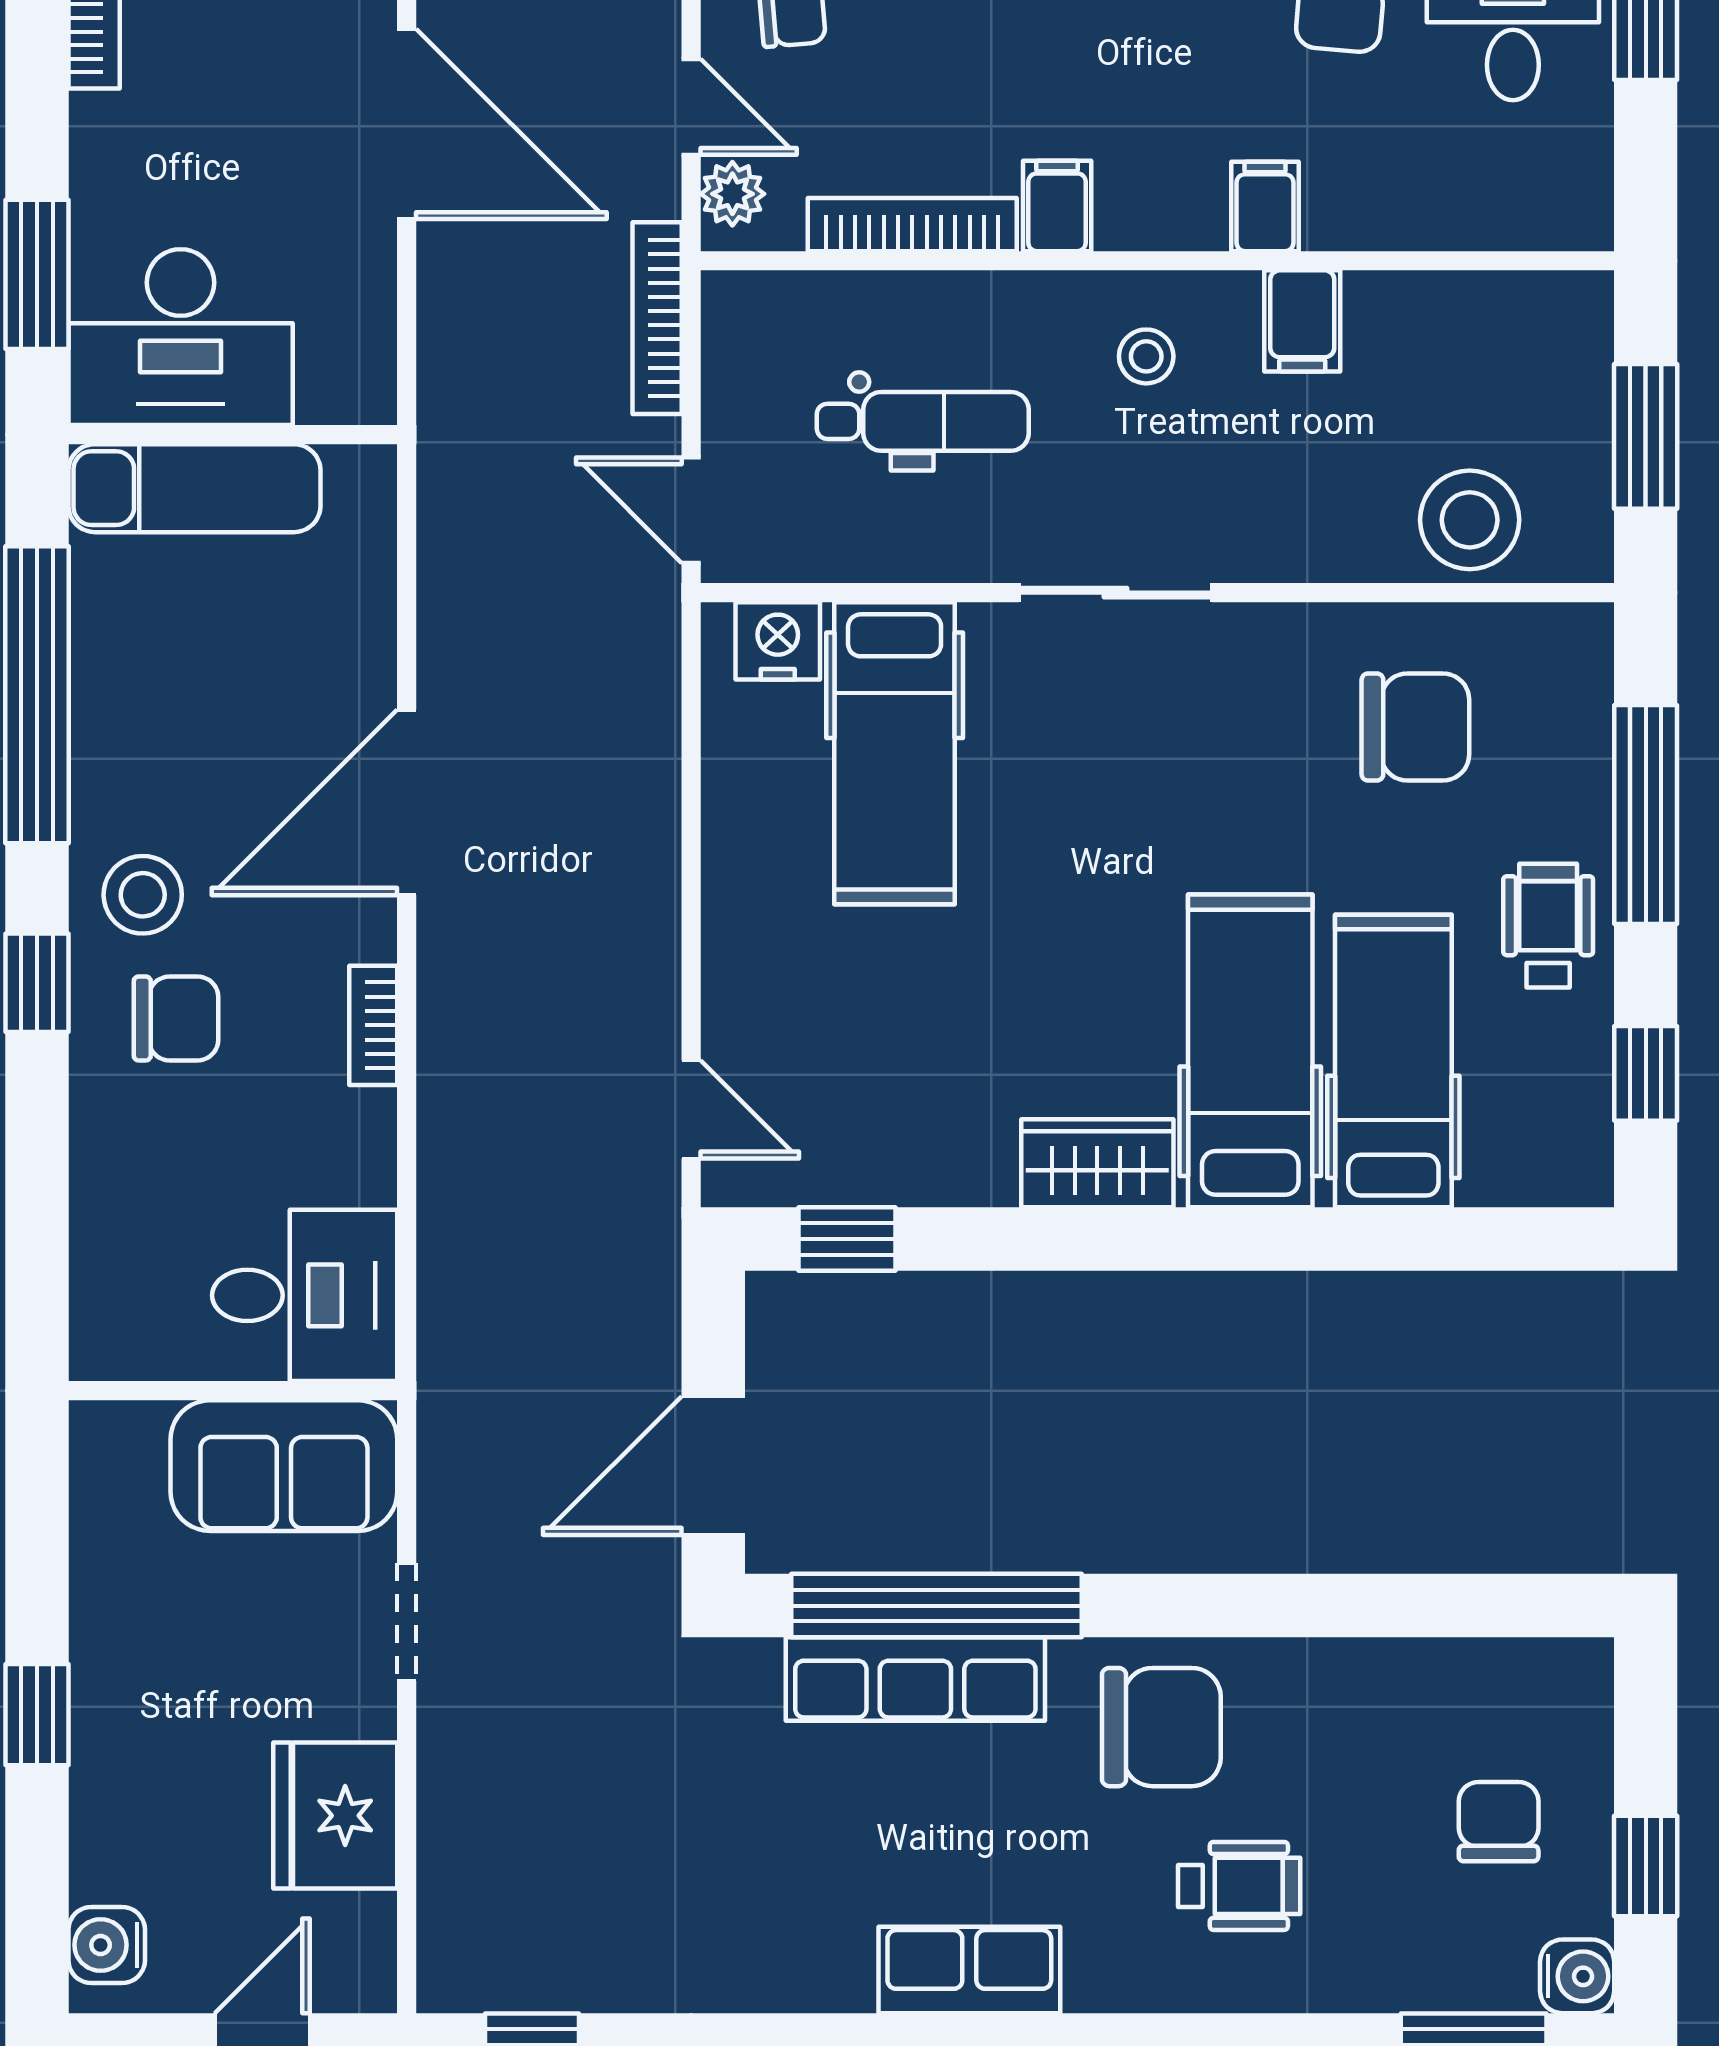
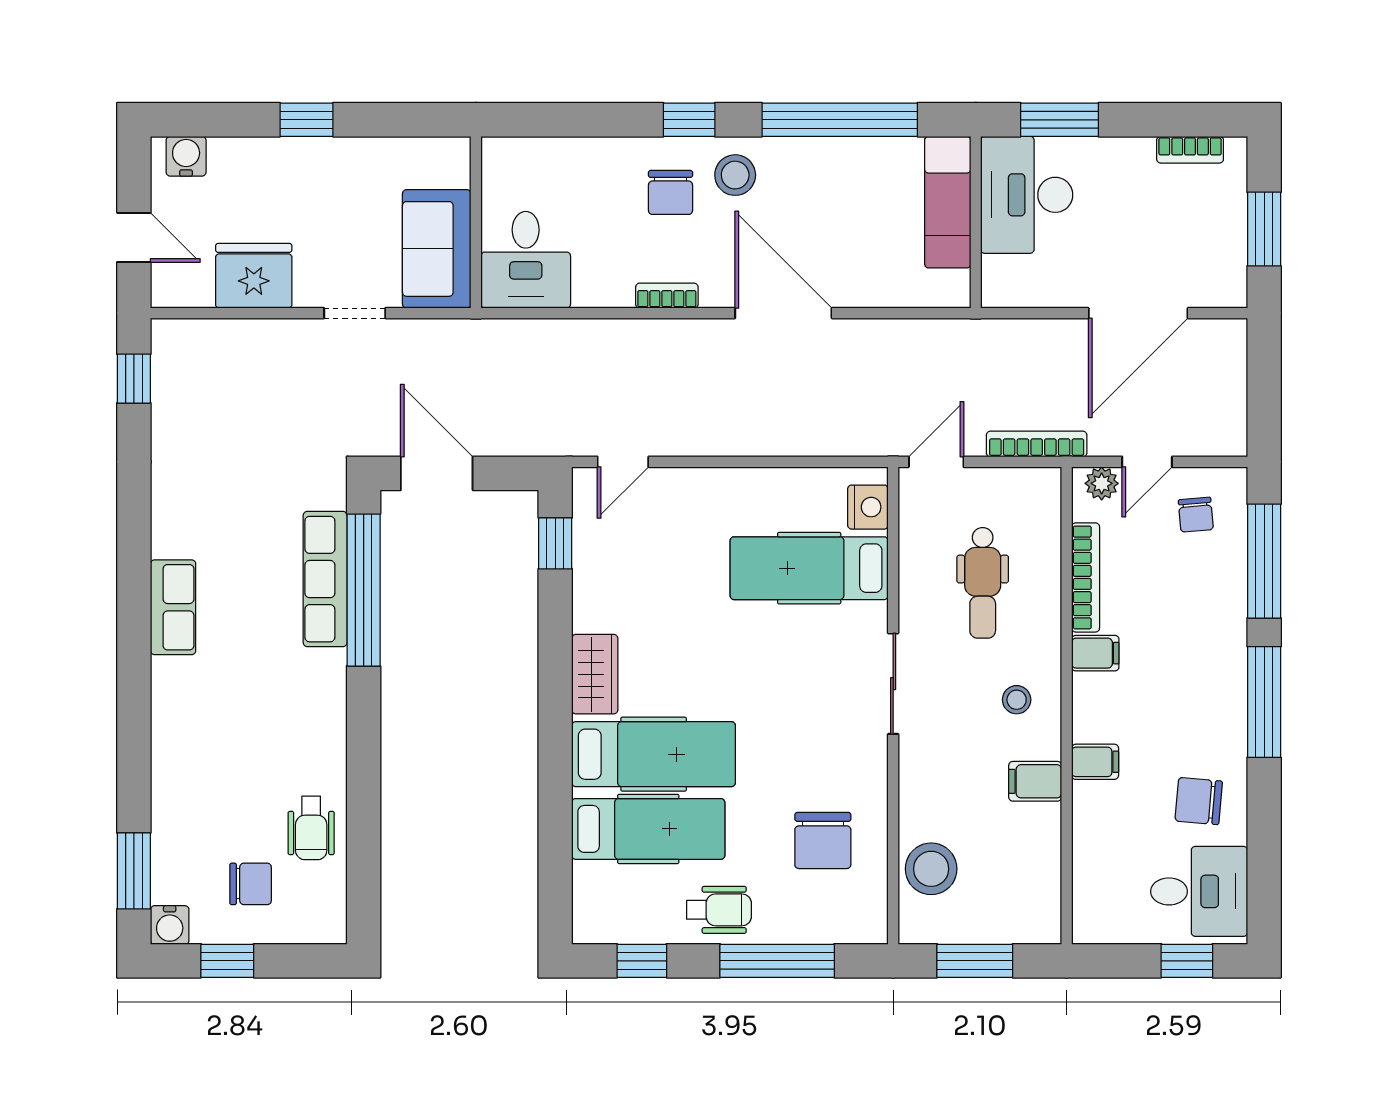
chair: (1161, 1727) -> (300, 708), removed
wheelchair: (1239, 1886) -> (311, 828), moved

